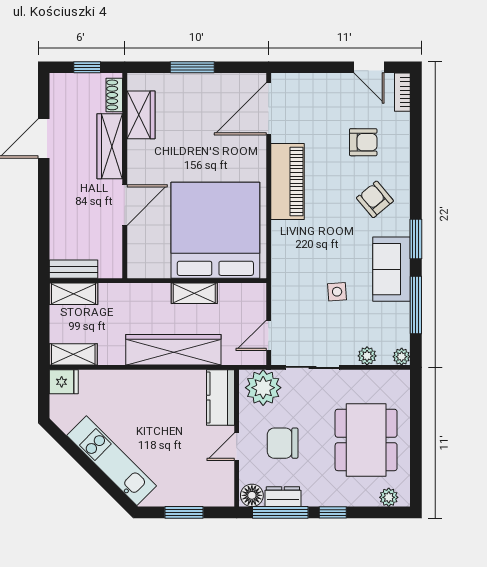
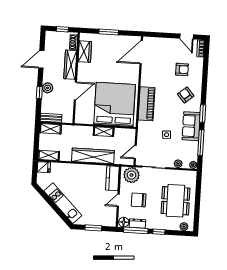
piano: (287, 182) -> (146, 104), moved
plant: (62, 202) -> (48, 88), added
window: (44, 214) -> (39, 93), added

